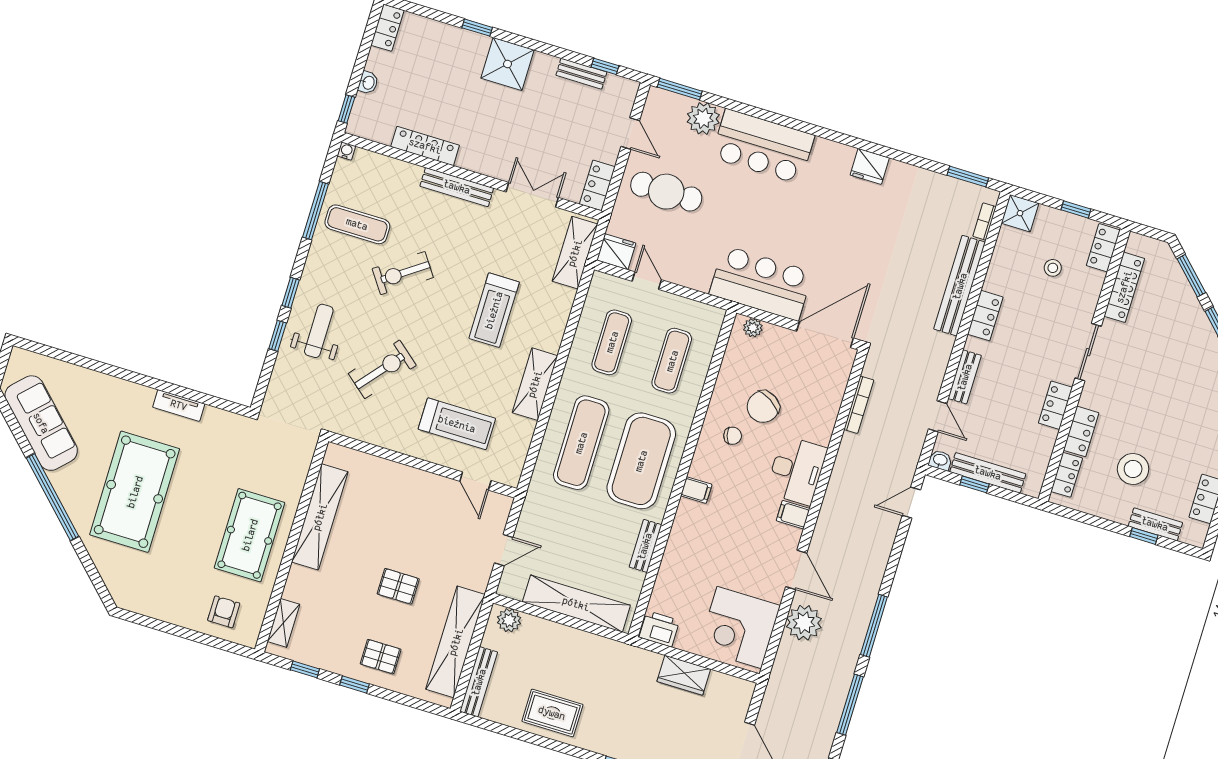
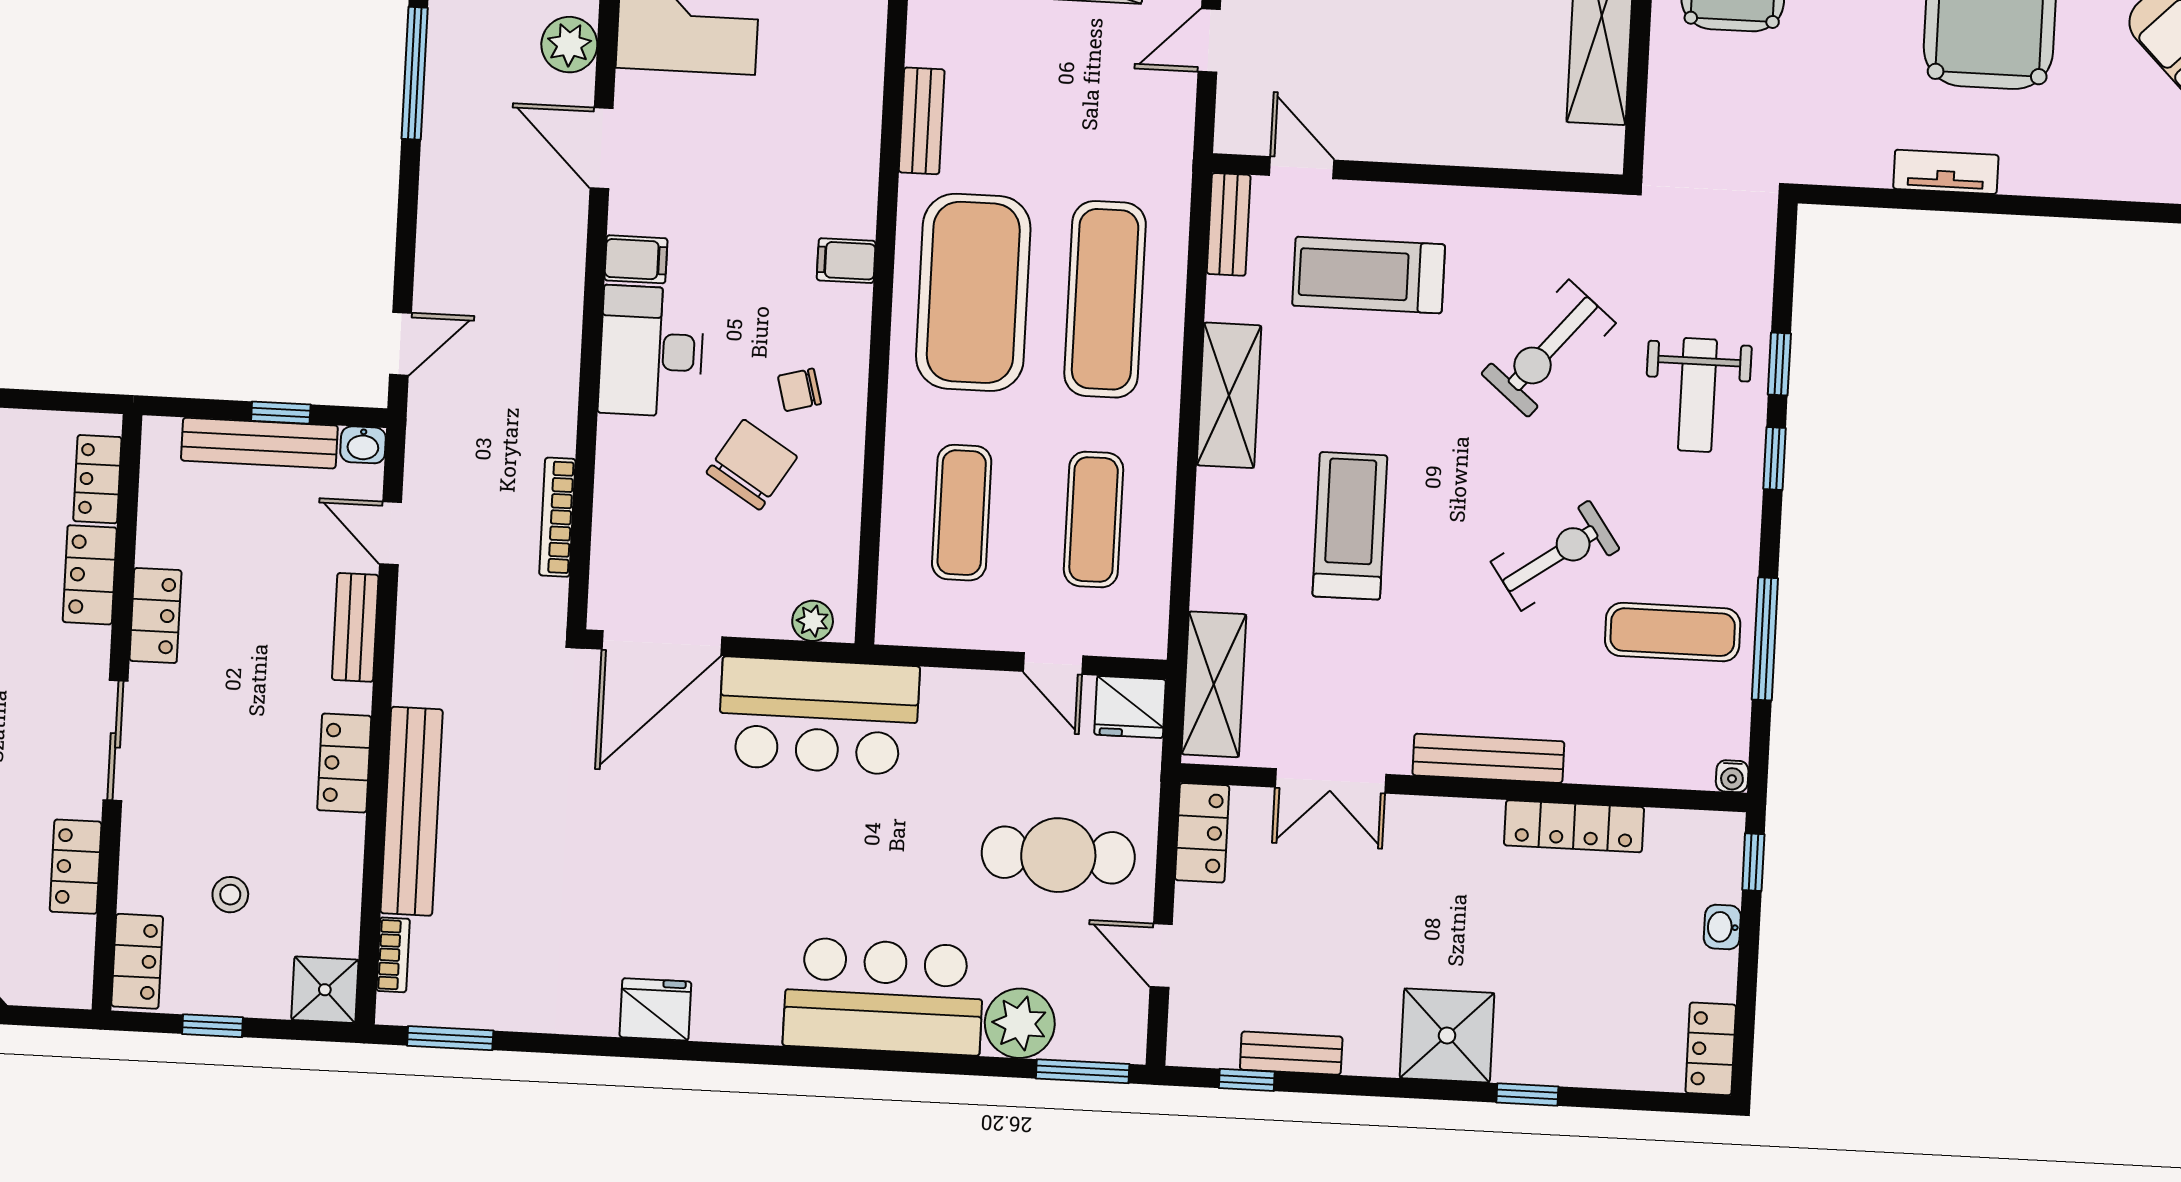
locker: (1124, 287) -> (76, 867), width x0.66
bench: (516, 463) -> (1229, 224), added
plant: (804, 623) -> (569, 45), width x0.73, depth x0.73

